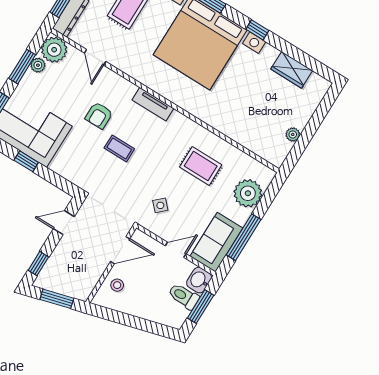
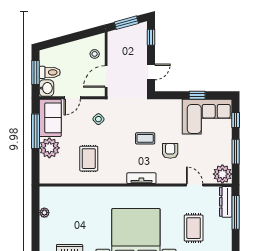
plant: (38, 65) -> (226, 158), removed
rug: (201, 166) -> (89, 159), turned 90
plant: (248, 193) -> (49, 148), moved

